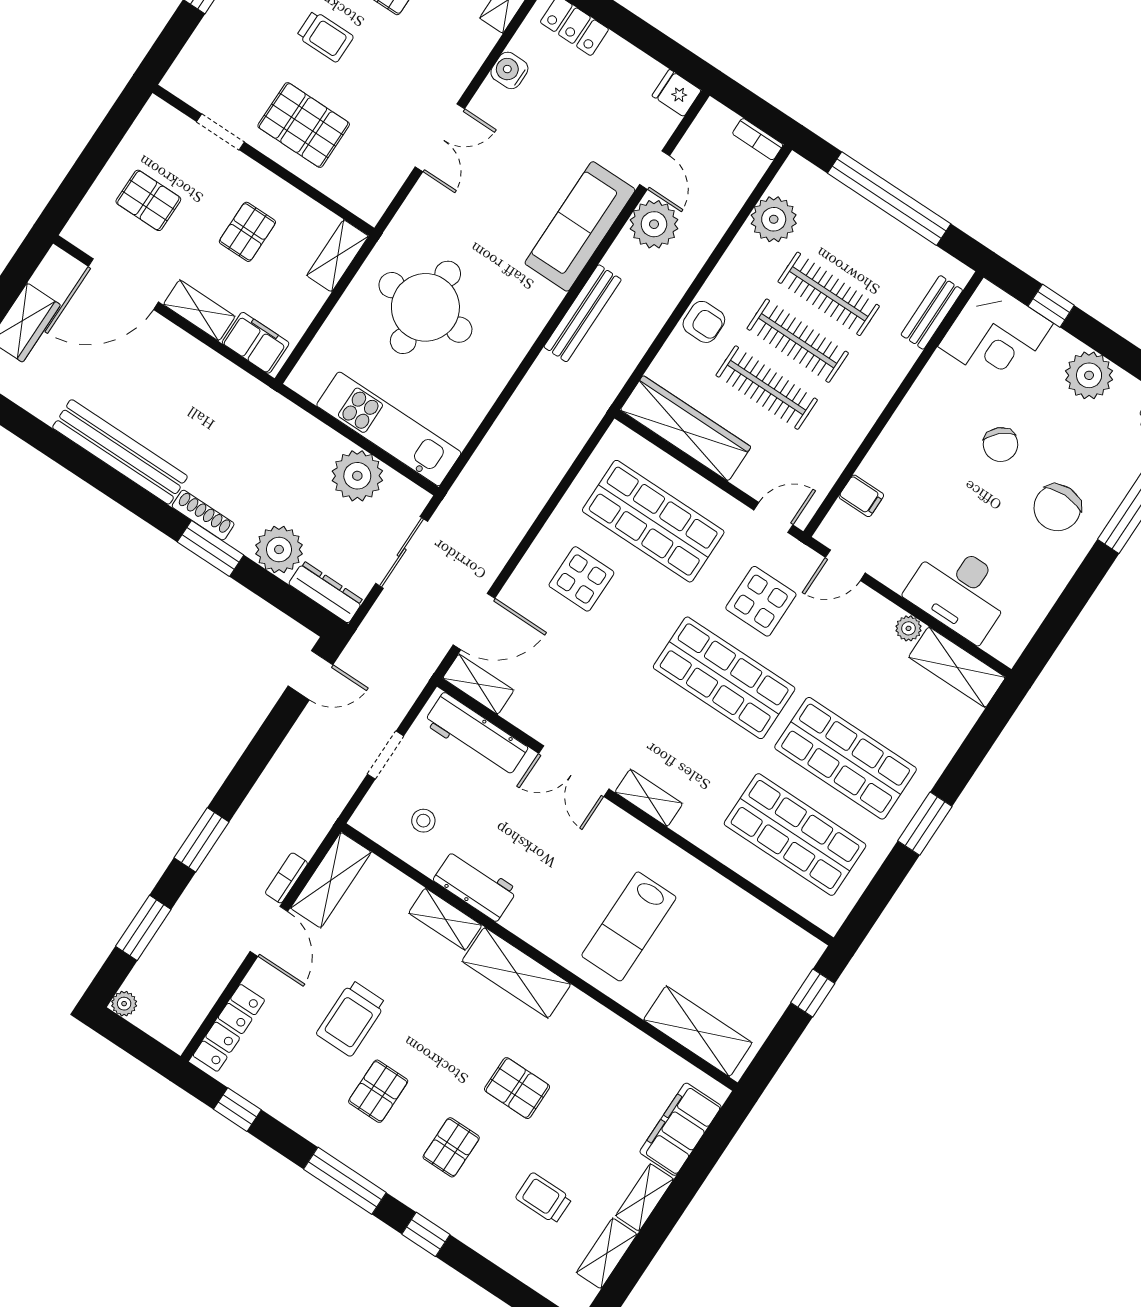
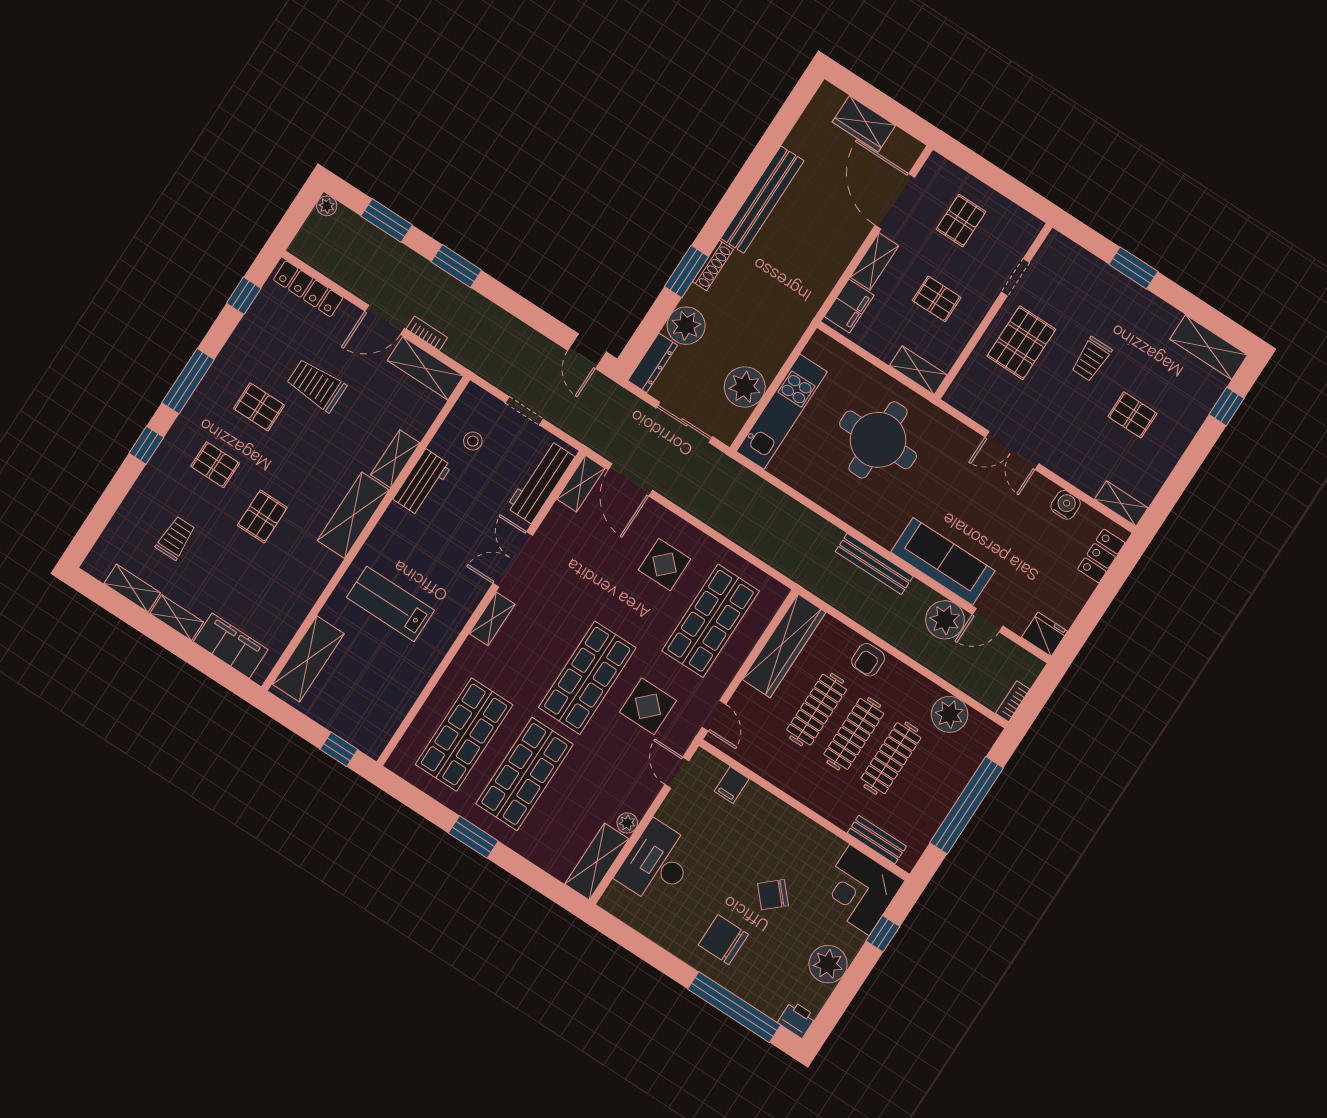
fridge: (677, 93) -> (1045, 634), width x1.38

